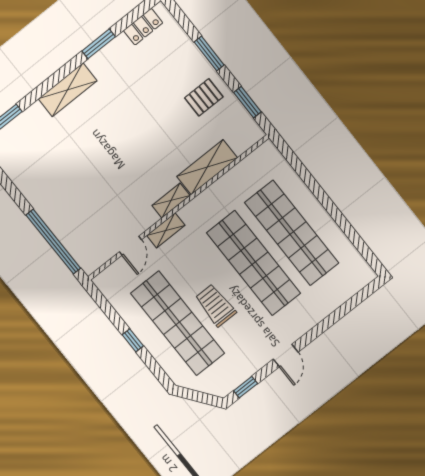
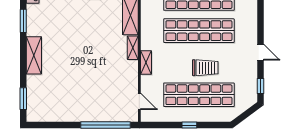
door: (130, 246) -> (139, 101), moved
trolley: (216, 305) -> (205, 68), turned 180

